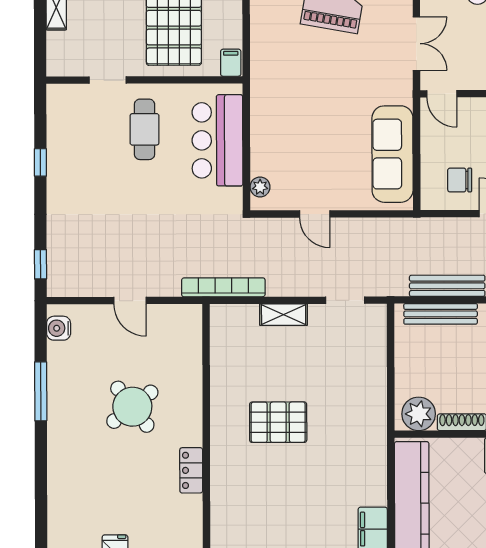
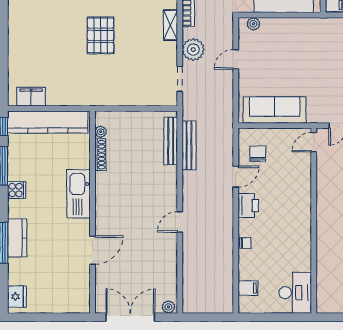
plant: (300, 280) -> (193, 50), added
shelving: (284, 315) -> (170, 25), moved
plant: (419, 414) -> (101, 132), width x0.53, depth x0.53

